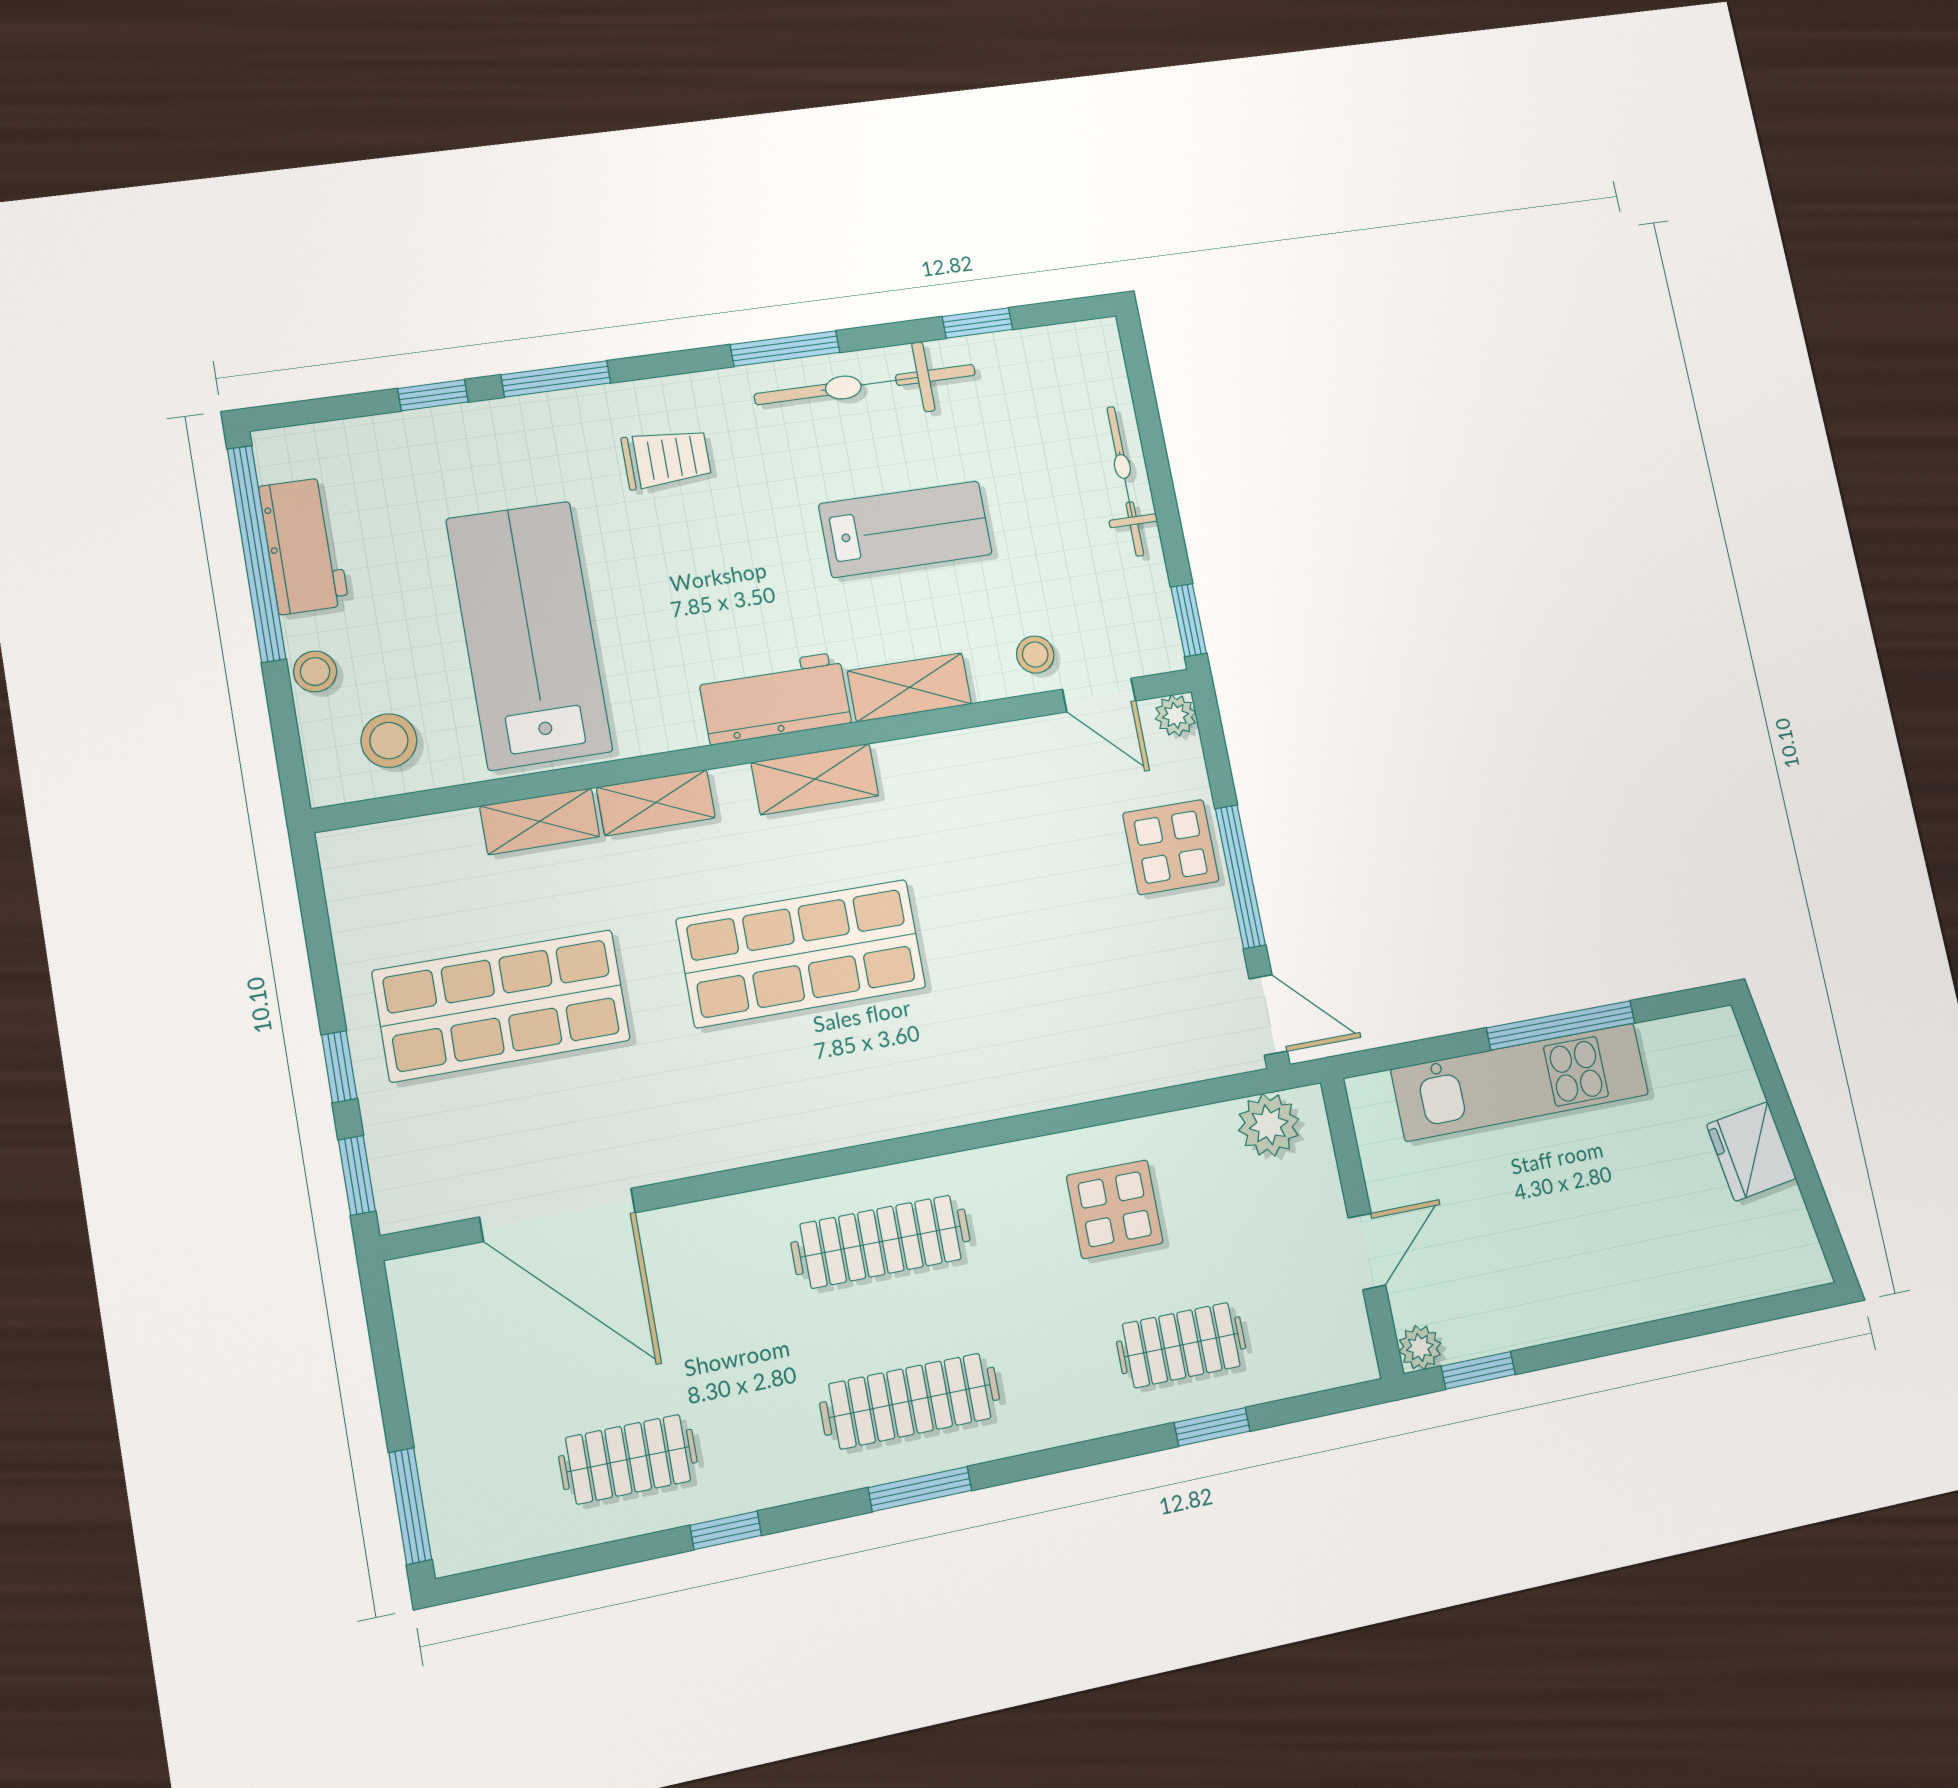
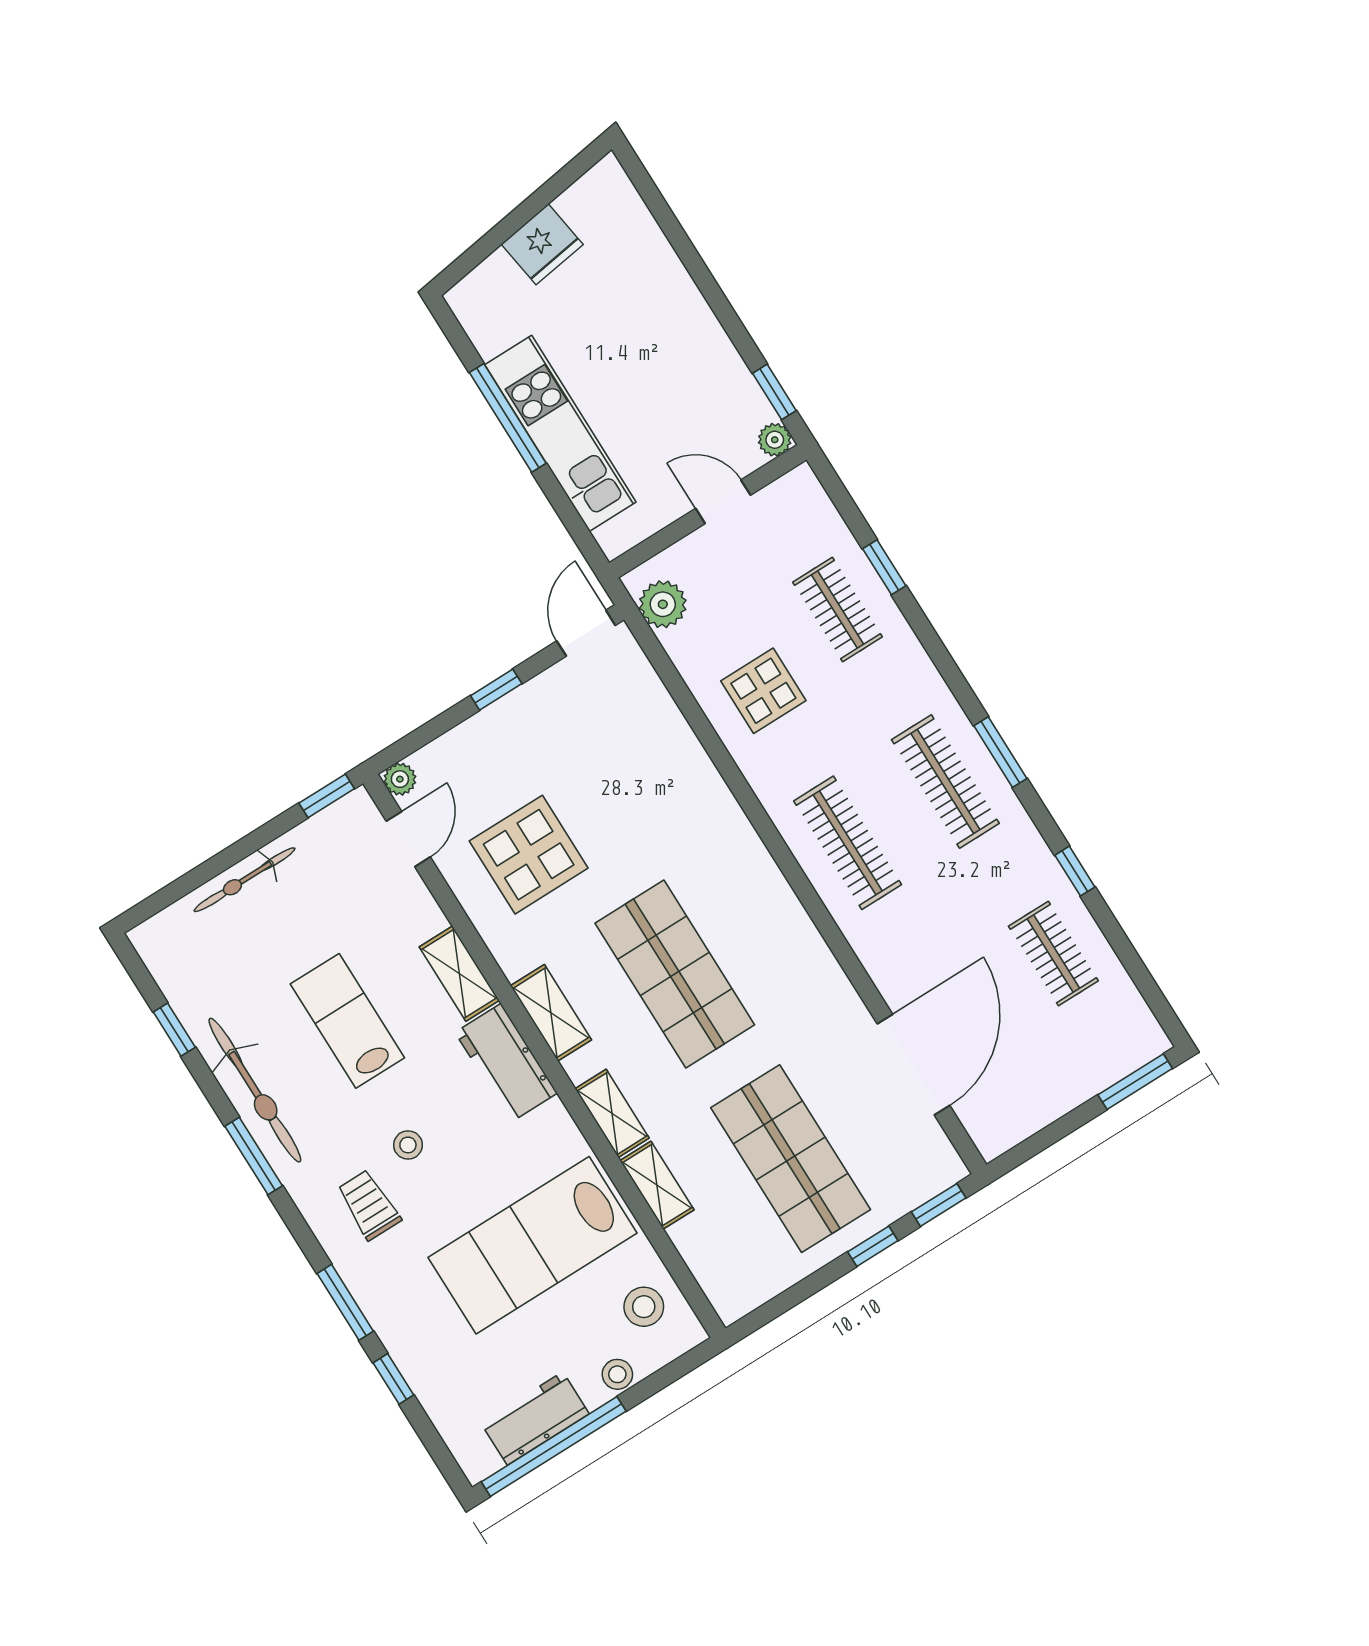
stool: (1035, 655) -> (408, 1145), moved
display table: (1171, 847) -> (529, 855), moved, width x1.36, depth x1.36
window: (1240, 877) -> (496, 690), width x0.46

